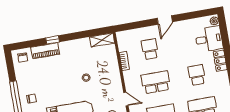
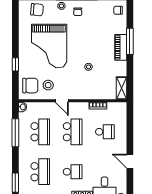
door: (165, 20) -> (130, 161), moved
window: (53, 40) -> (130, 41), width x2.17
piano: (45, 51) -> (121, 47), moved
door: (126, 99) -> (62, 101), hinge flipped

